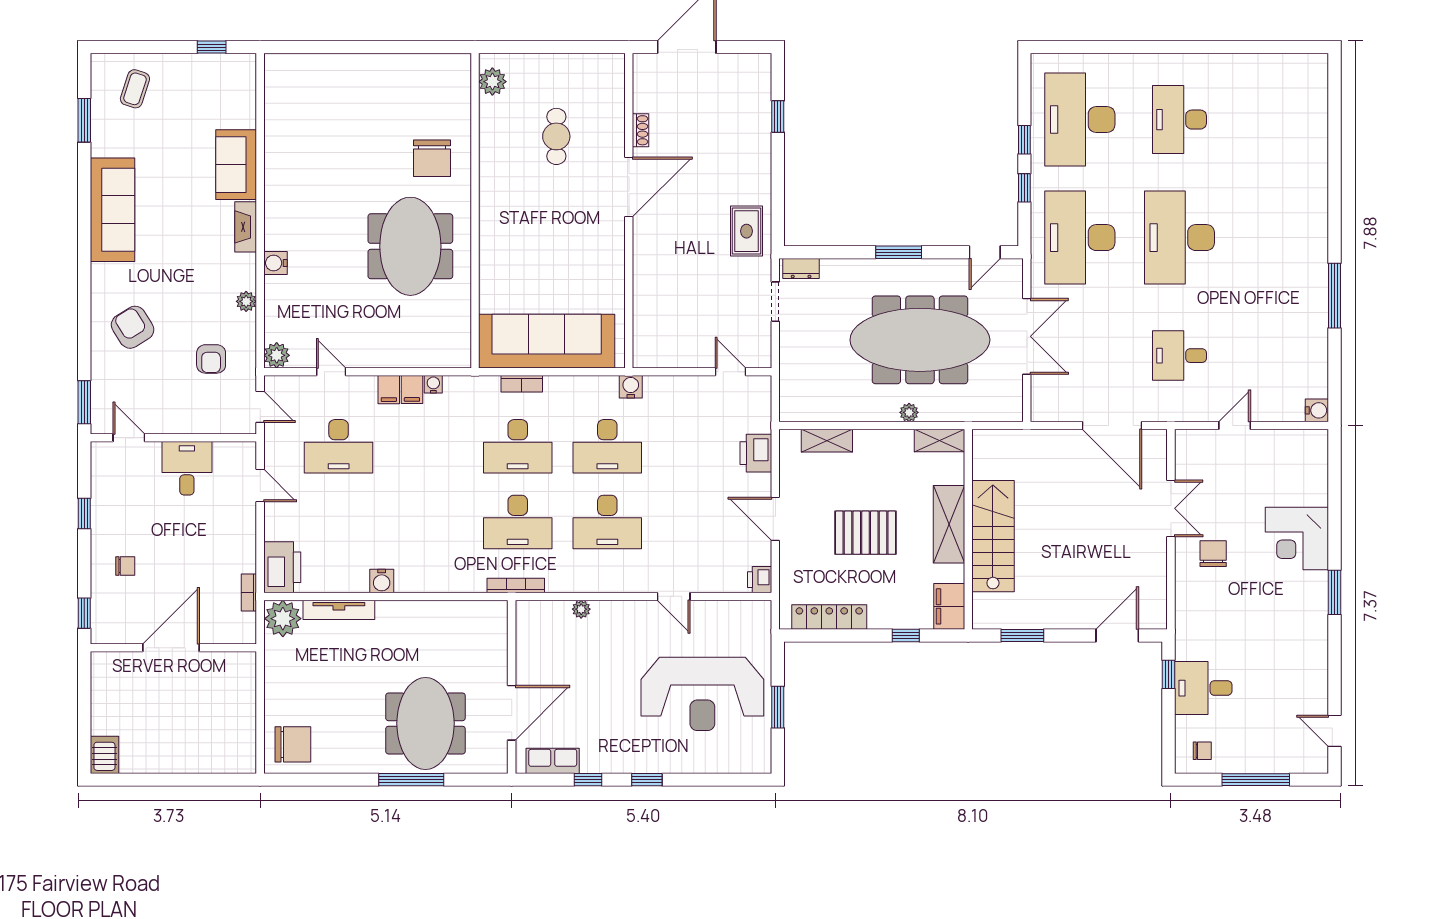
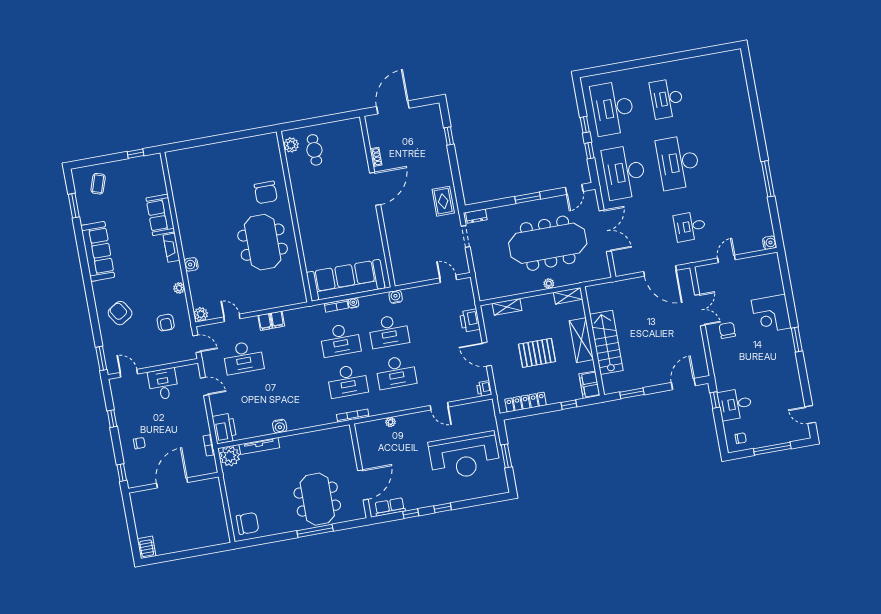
cafe table: (556, 136) -> (314, 150), moved
water cooler: (433, 384) -> (353, 303), moved

